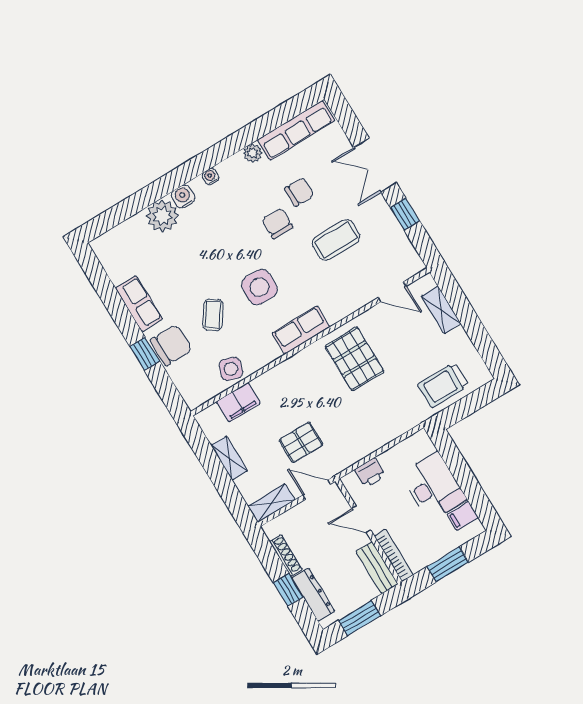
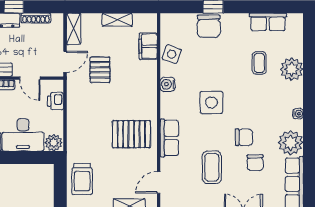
plant: (253, 153) -> (291, 143), width x1.88, depth x1.88
water cooler: (183, 196) -> (168, 84), moved, turned 180
row of seats: (139, 304) -> (268, 22), moved
coffee table: (213, 315) -> (259, 63), moved, turned 56
row of seats: (301, 330) -> (169, 138), moved
trolley: (443, 385) -> (82, 179), turned 180
plant: (421, 445) -> (54, 143), added
door: (361, 519) -> (30, 78), swing flipped

